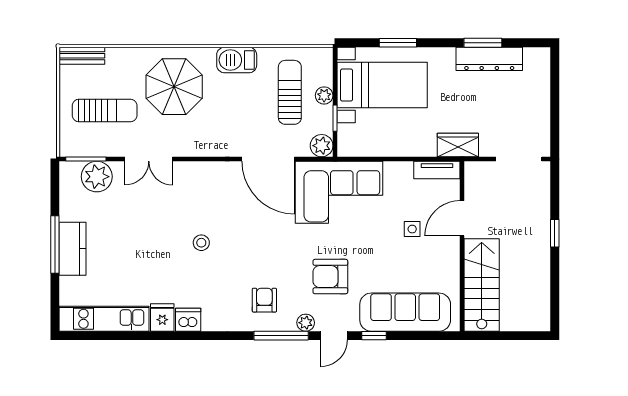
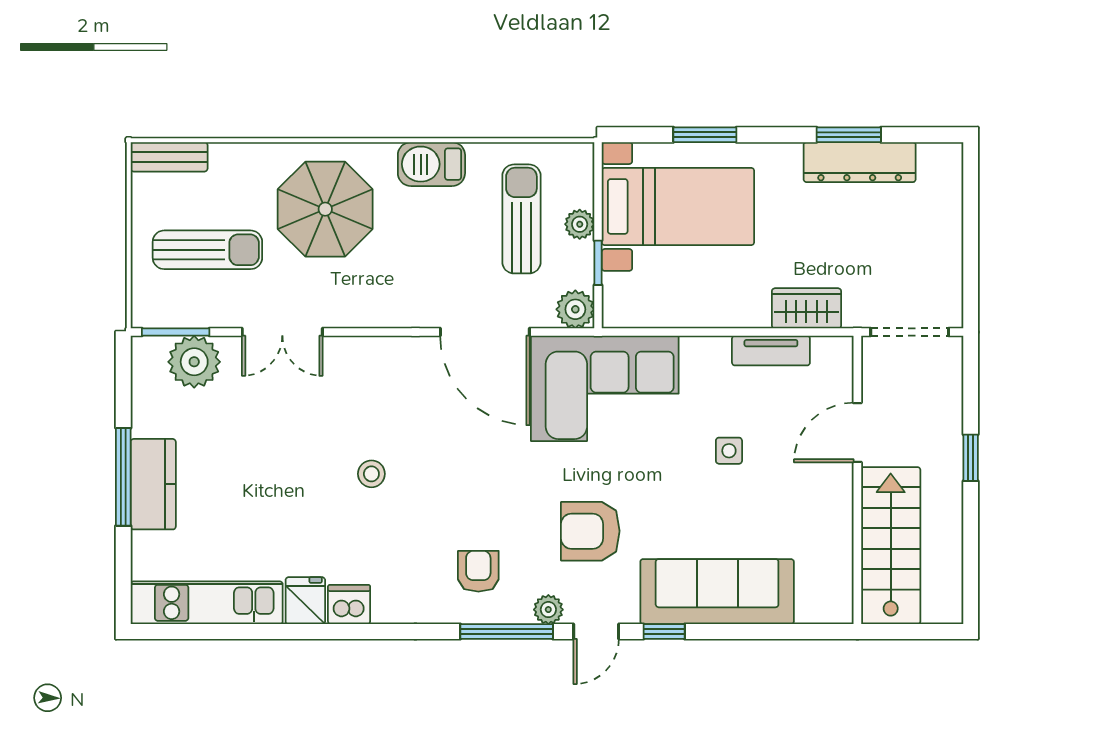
door: (462, 218) -> (857, 433), moved
wall: (462, 246) -> (857, 480), moved
stairs: (482, 285) -> (891, 546), moved

